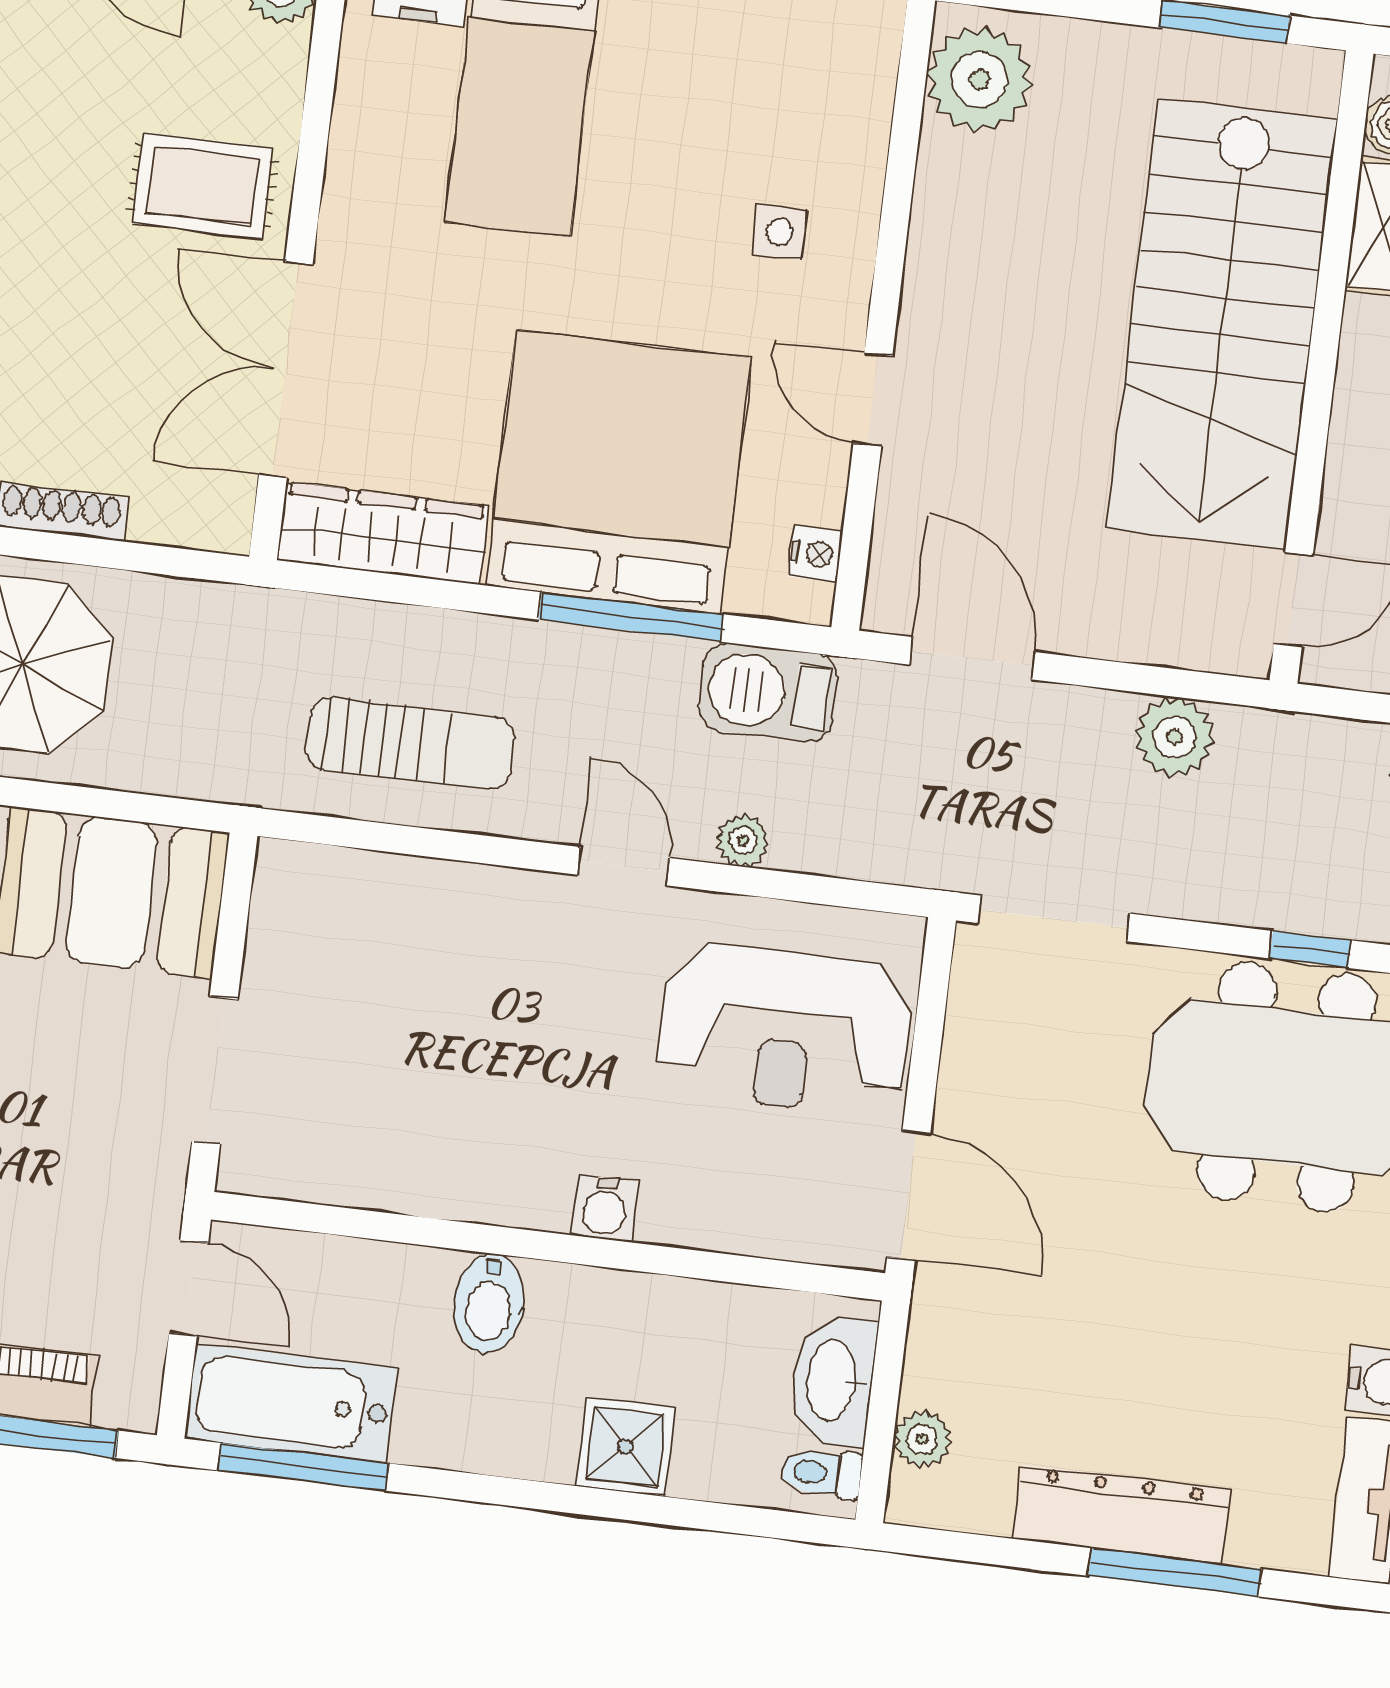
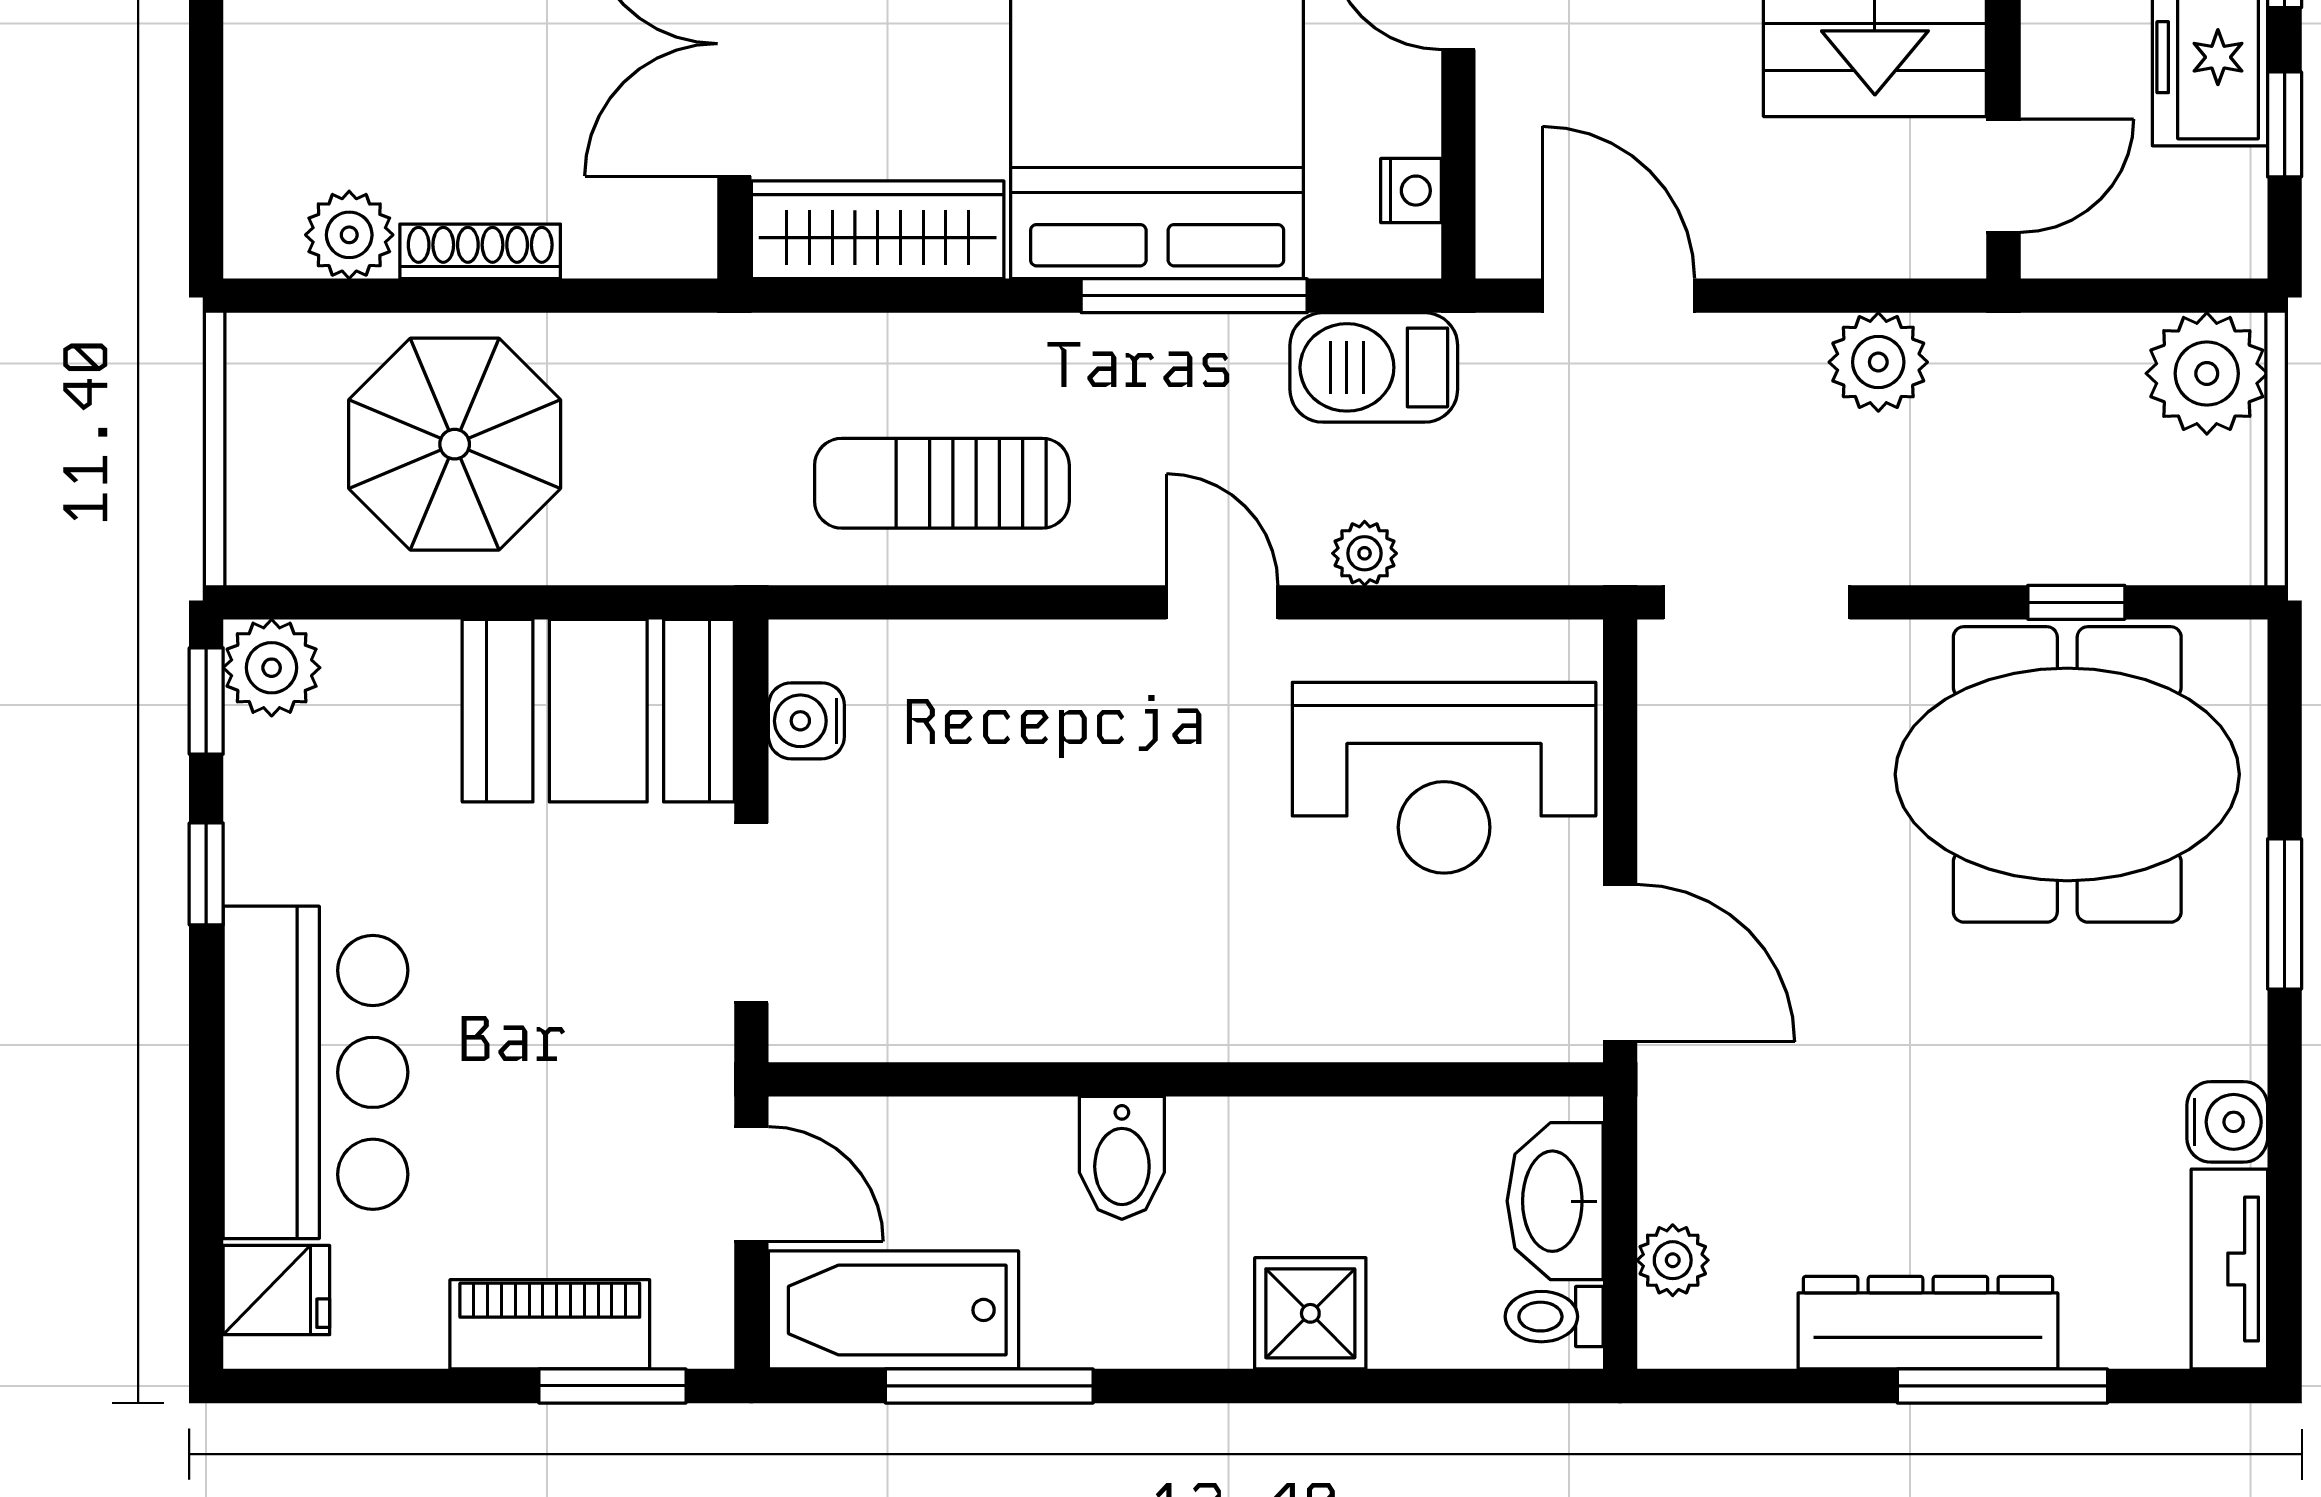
sun lounger: (410, 743) -> (942, 483), turned 180
water cooler: (605, 1208) -> (806, 721), moved, turned 90
window: (303, 1467) -> (989, 1386), moved

